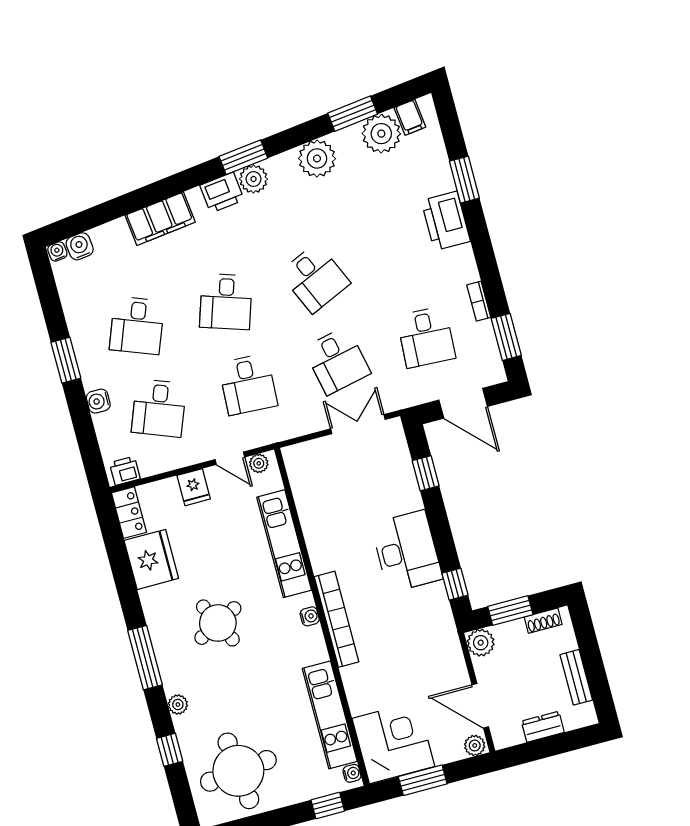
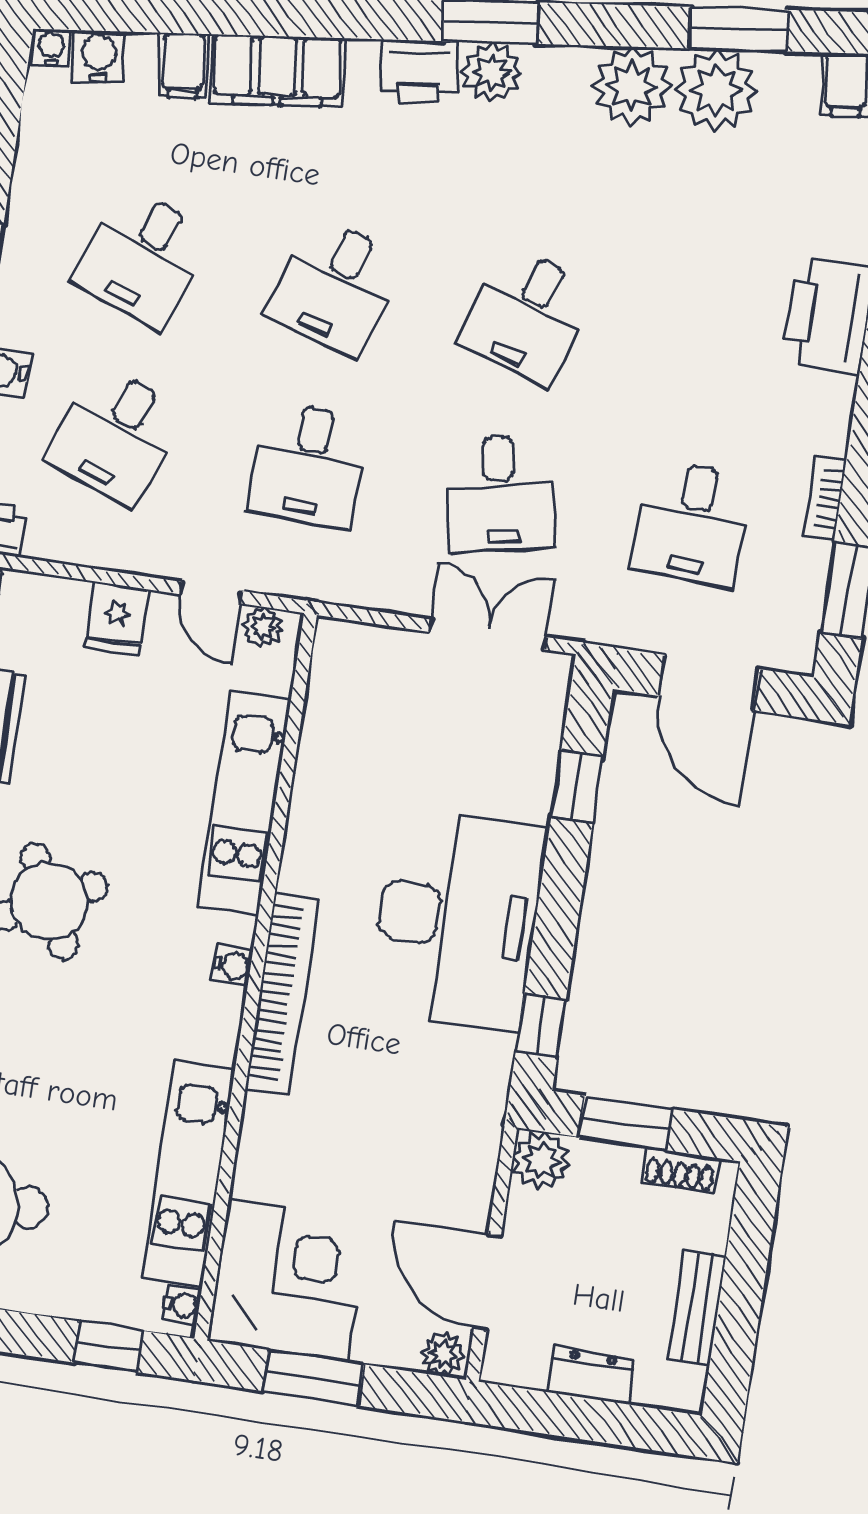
plant: (381, 134) -> (716, 90), moved
filing cabinet: (118, 234) -> (183, 65), added
desk: (315, 278) -> (527, 315), turned 42
desk: (407, 551) -> (457, 919), width x1.36, depth x1.30

